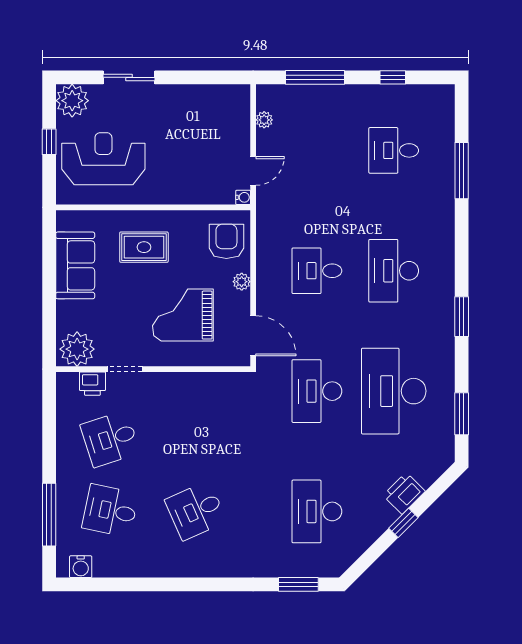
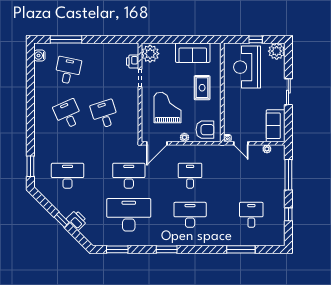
sliding door: (129, 77) -> (288, 92), moved
sofa: (219, 102) -> (276, 126), added
reception desk: (103, 159) -> (247, 67), turned 180
desk: (110, 439) -> (104, 114), moved

